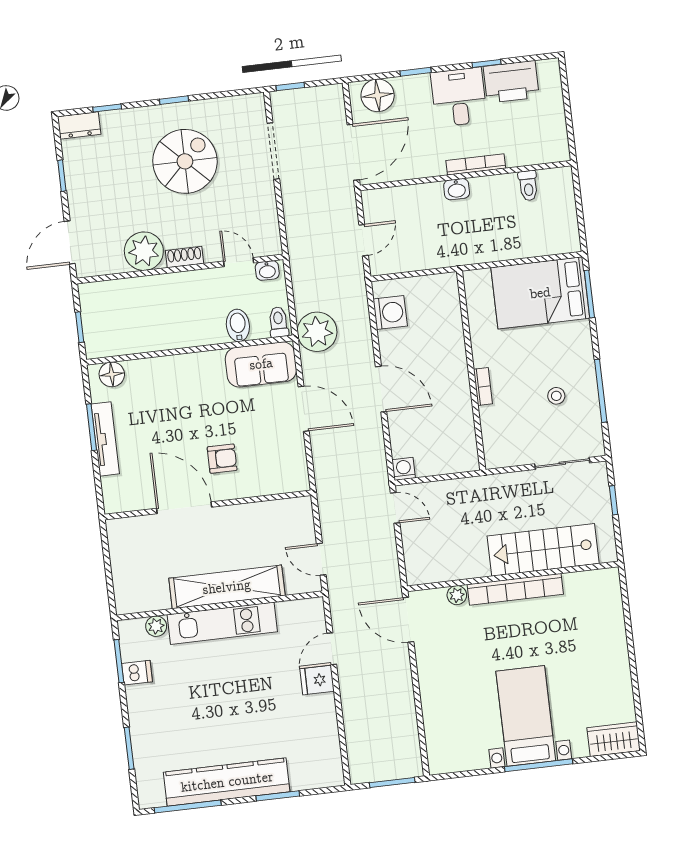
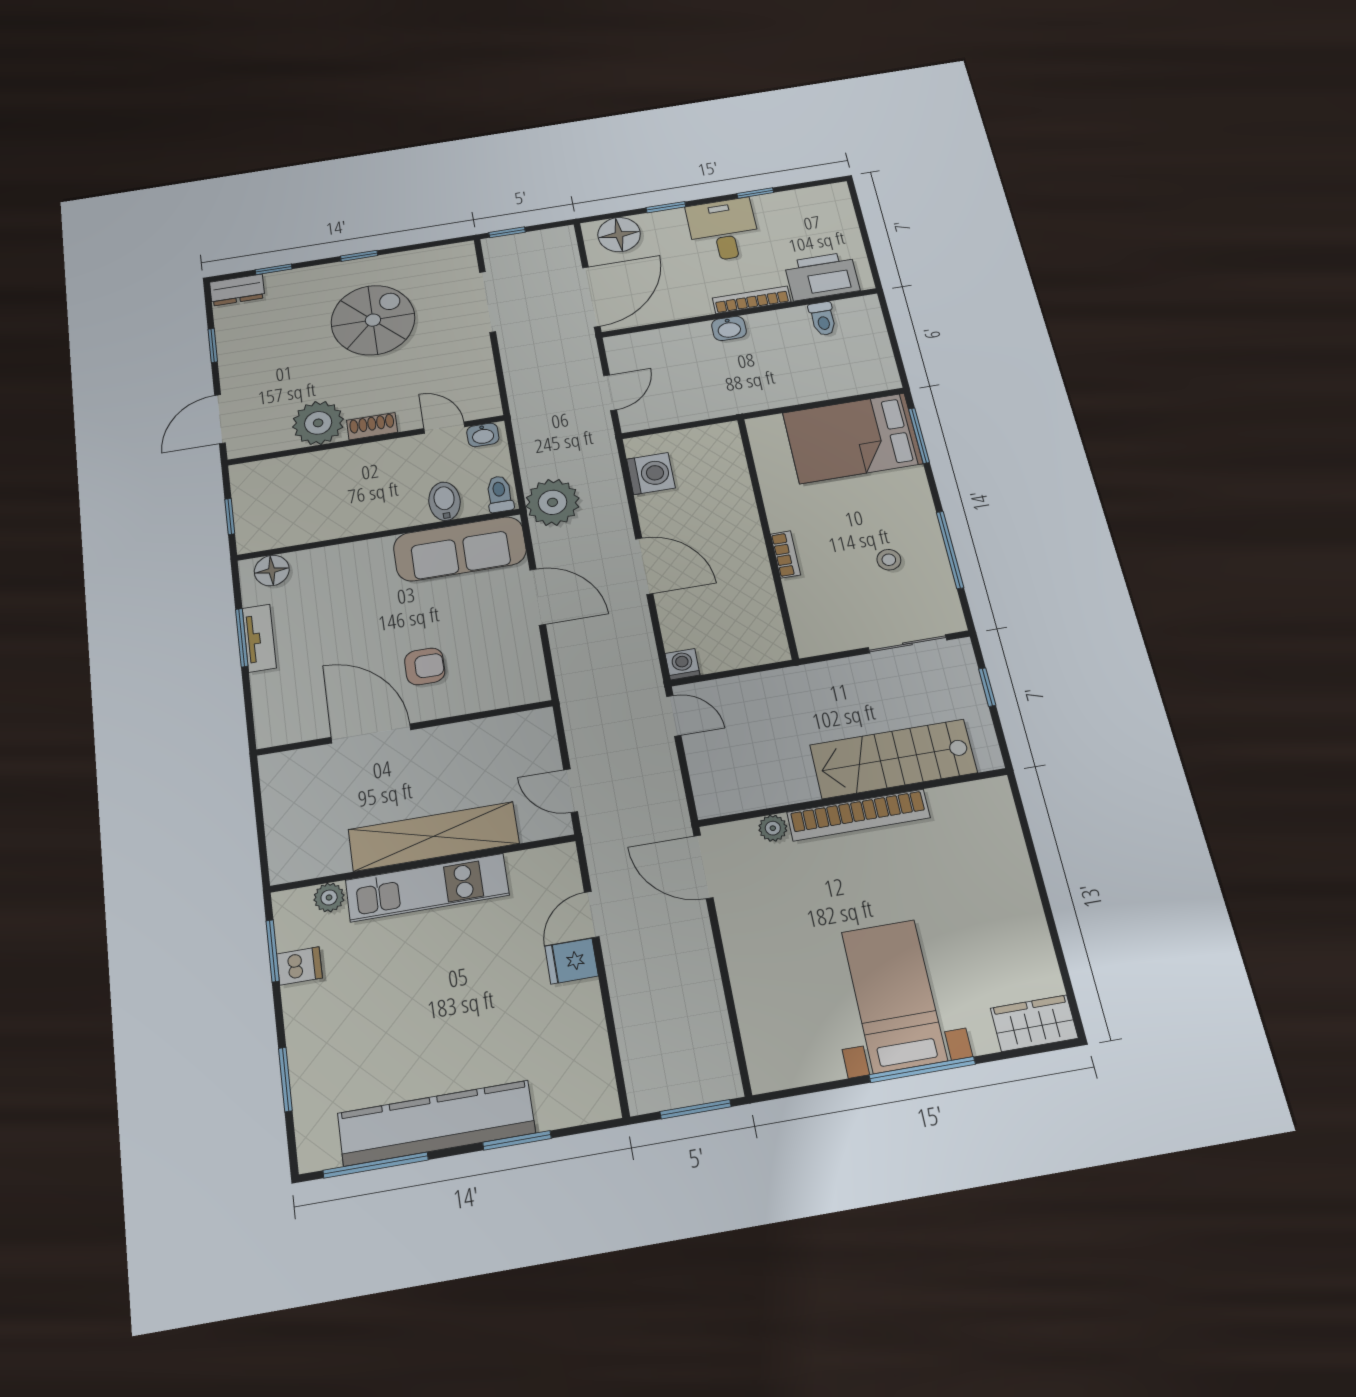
printer: (511, 82) -> (822, 276), moved, turned 180
sofa: (261, 364) -> (460, 549), width x1.36
tv unit: (105, 439) -> (259, 638), width x0.71

